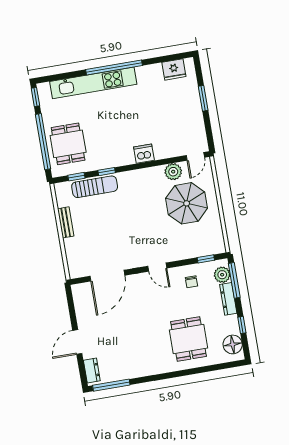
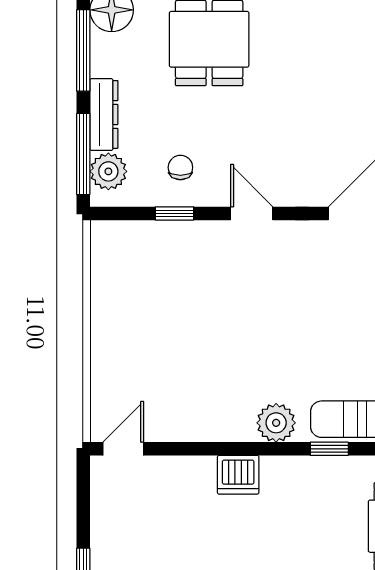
plant: (173, 172) -> (276, 423), moved
parasol: (187, 203) -> (161, 346), removed
window: (206, 259) -> (175, 213), moved
window: (242, 325) -> (83, 50), width x2.17

